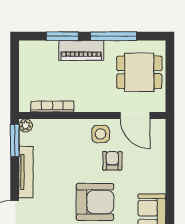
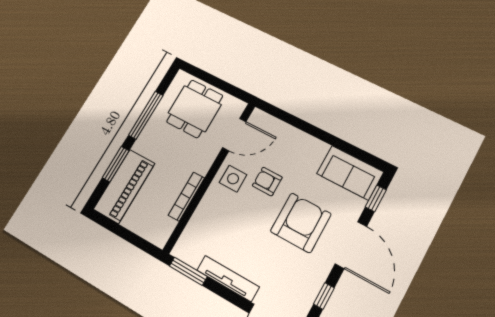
piano: (81, 50) -> (124, 186), moved, width x1.37, depth x1.33
bookcase: (52, 107) -> (186, 197), moved
plant: (26, 126) -> (180, 251), removed

